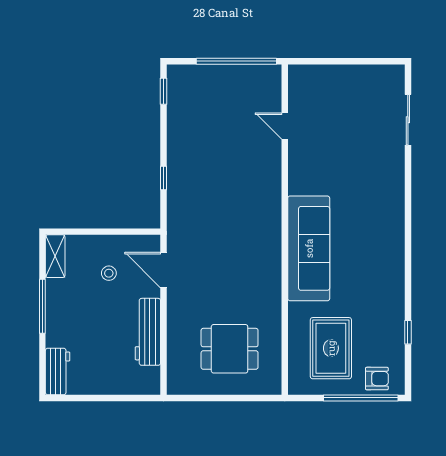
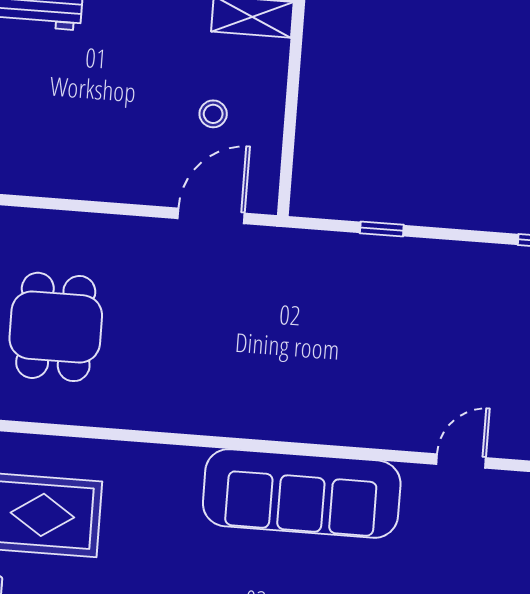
sofa: (309, 248) -> (302, 493), moved
workbench: (148, 332) -> (99, 178), removed

